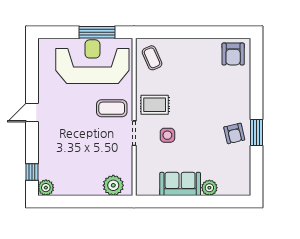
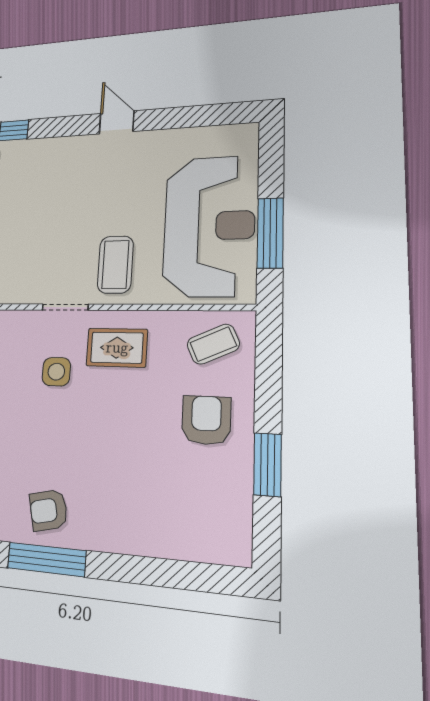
window: (206, 32) -> (267, 465), added
armchair: (233, 54) -> (206, 420), moved, turned 90
rug: (155, 105) -> (117, 348), turned 90
window: (257, 132) -> (46, 559), width x1.44

